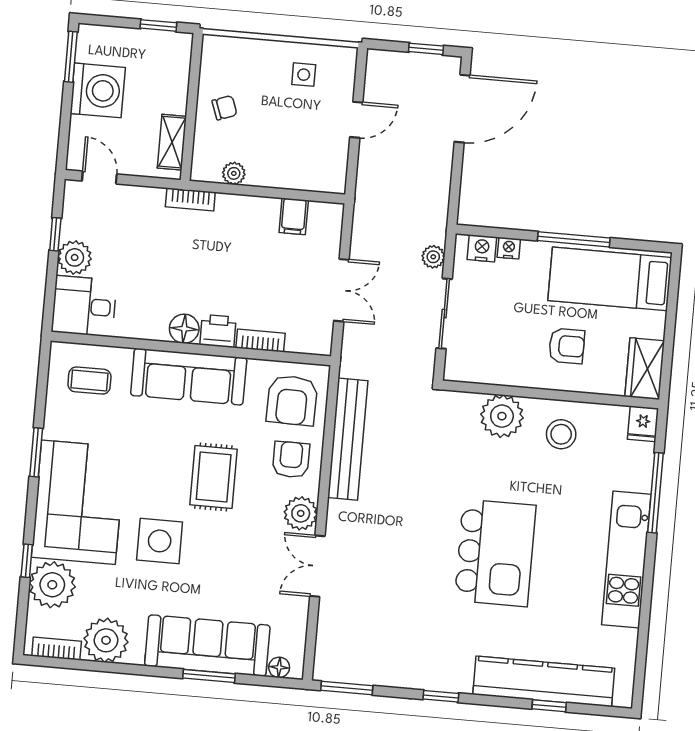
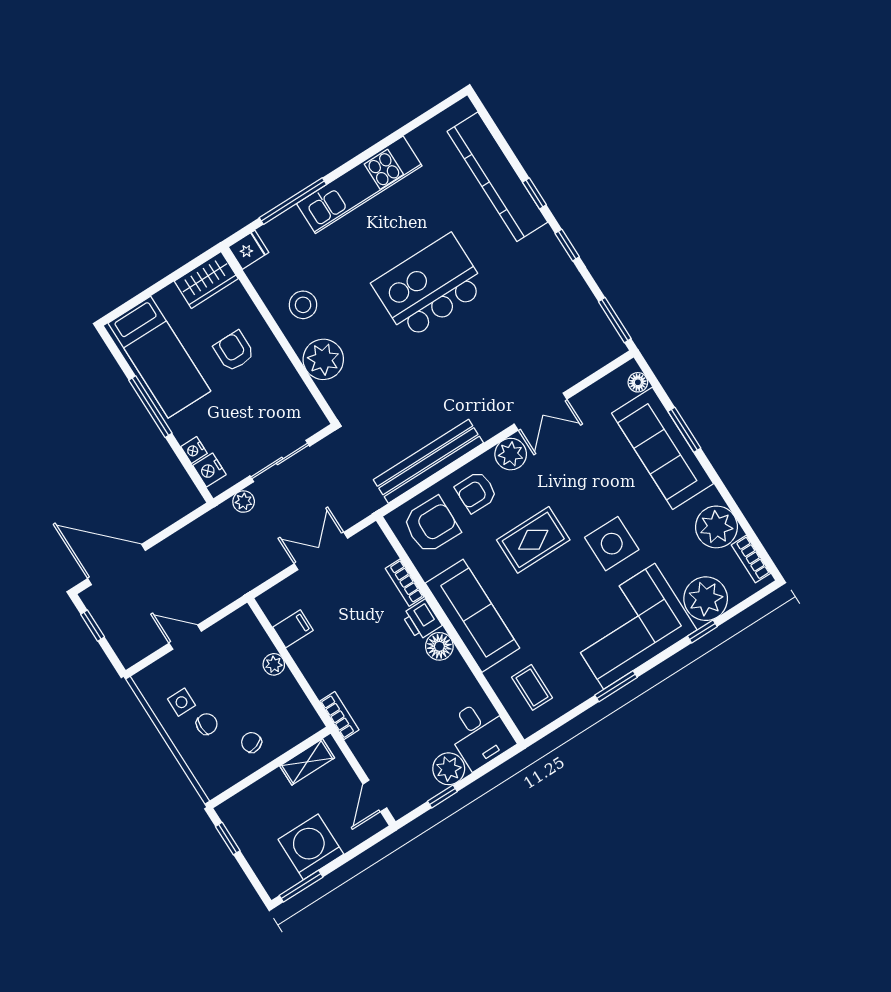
chair: (269, 82) -> (207, 724), added
plant: (234, 173) -> (274, 664), moved
window: (549, 706) -> (534, 193), moved

